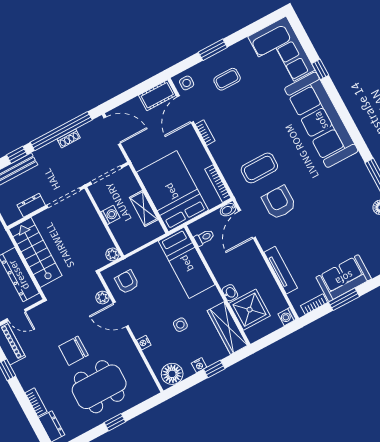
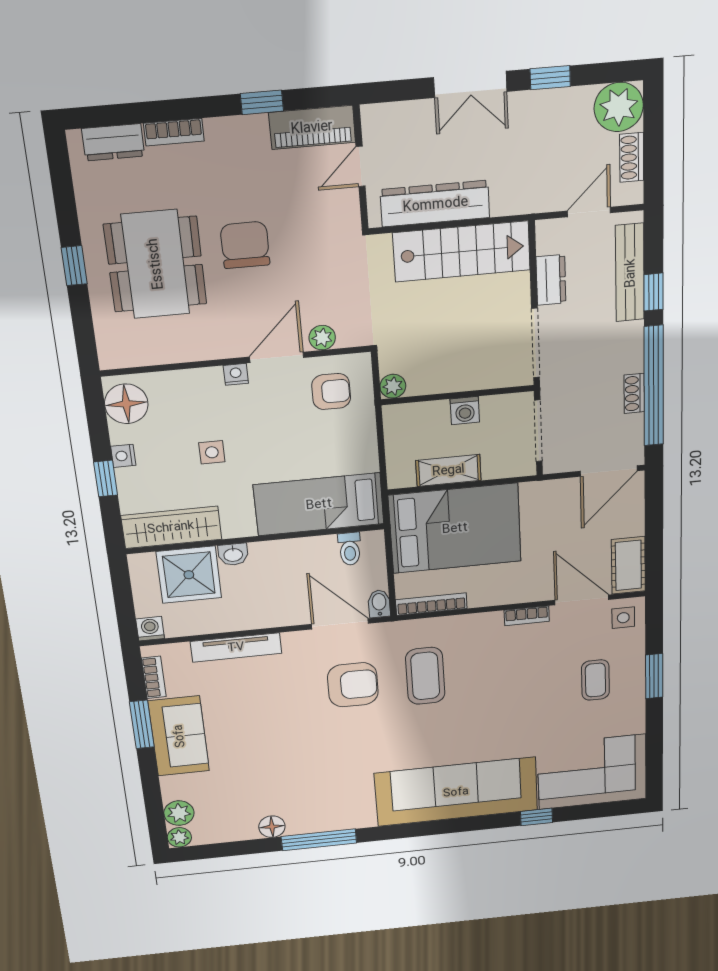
nightstand: (144, 343) -> (236, 374), moved

